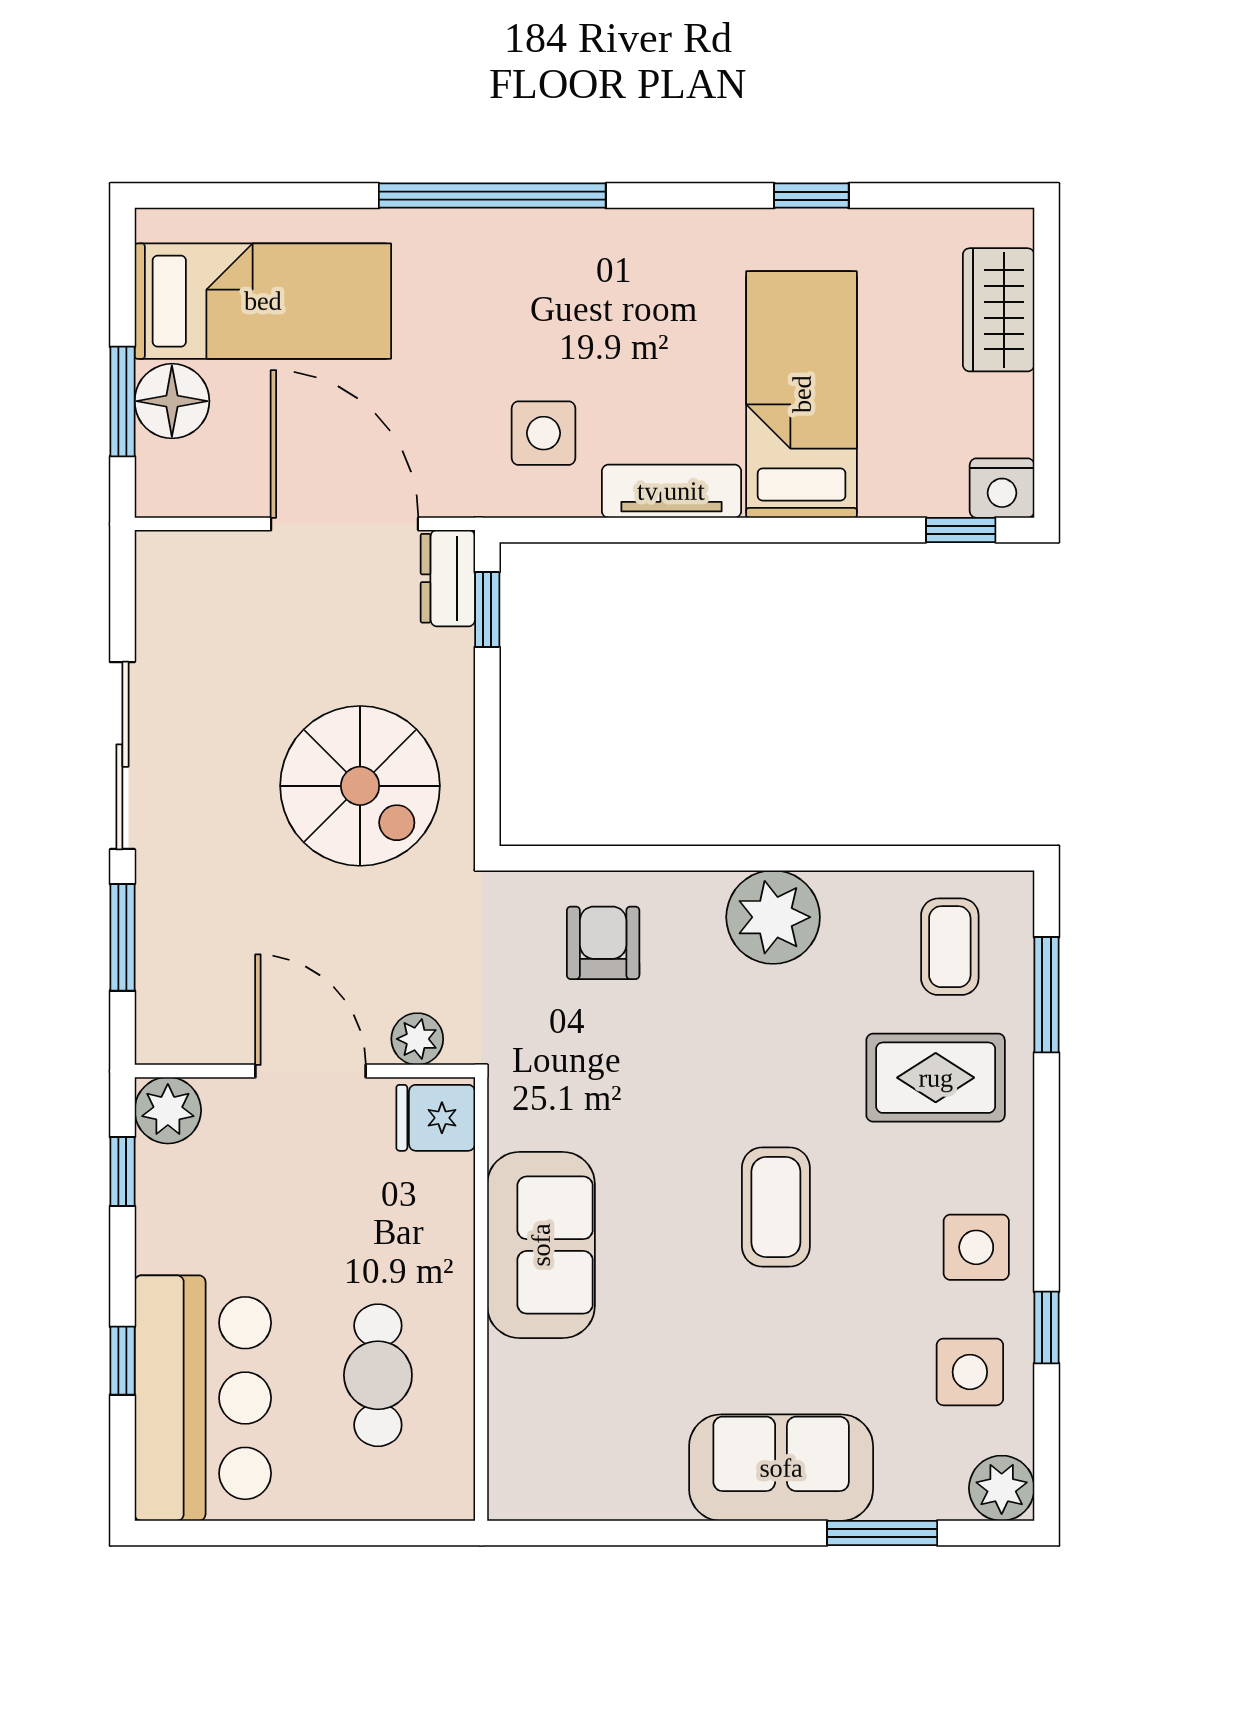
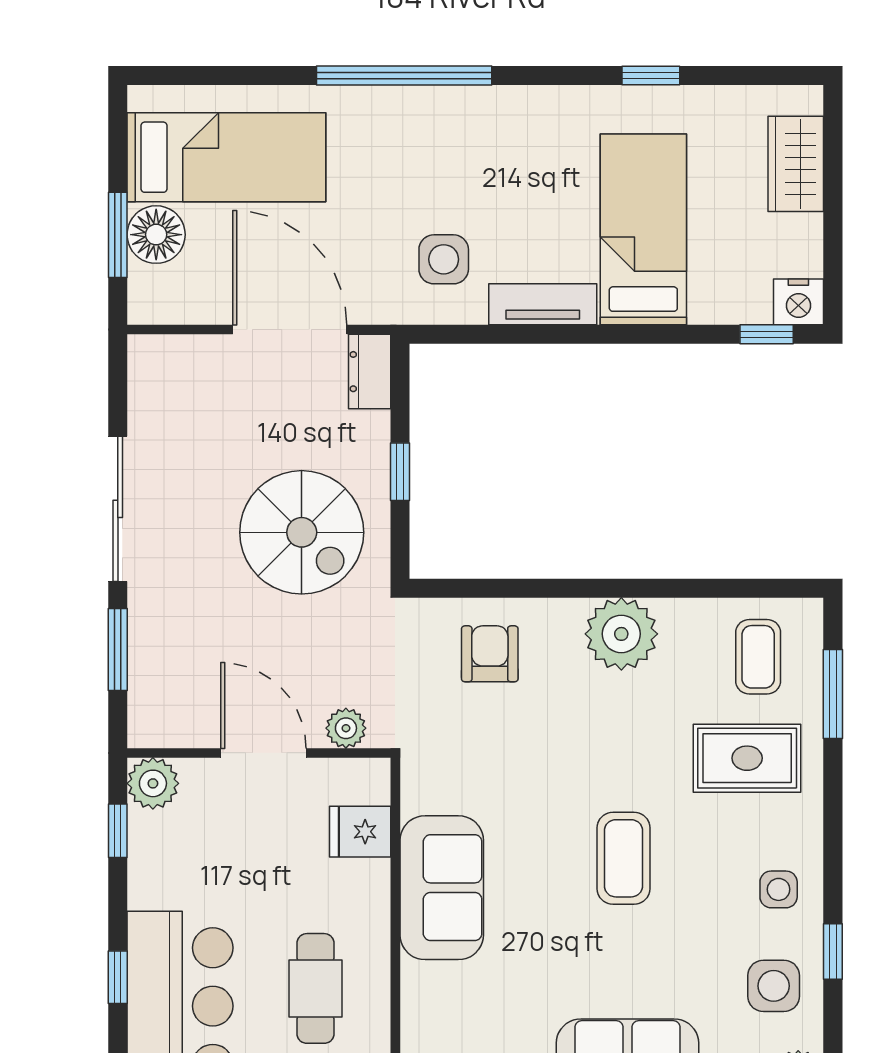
window: (487, 610) -> (400, 472), moved
fridge: (436, 1118) -> (360, 832), moved
side table: (976, 1247) -> (779, 889), width x0.73, depth x0.73

